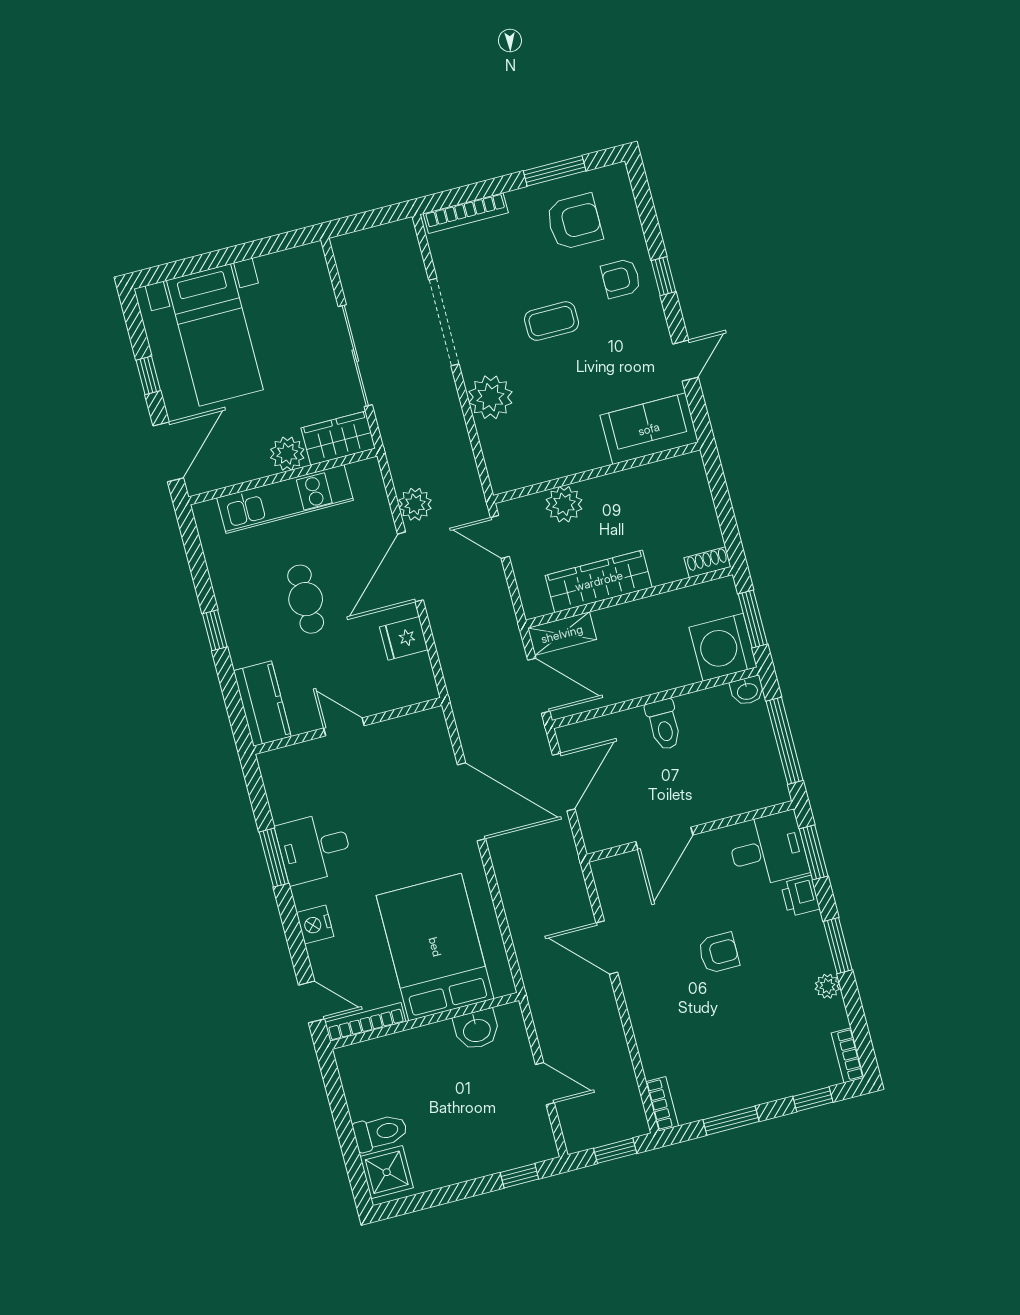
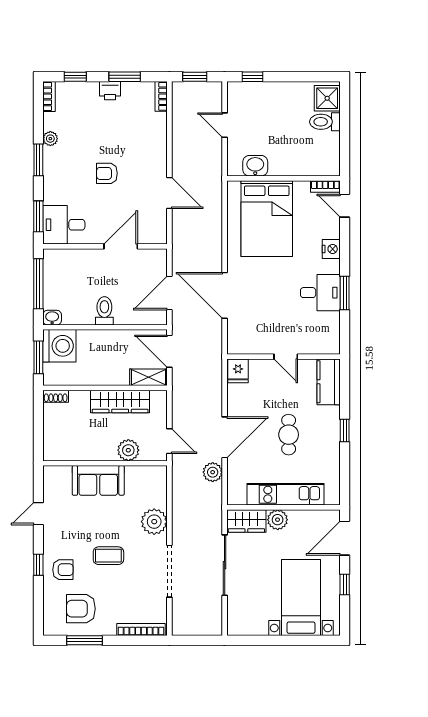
sofa: (649, 429) -> (98, 480), moved
fridge: (404, 638) -> (238, 371), moved, turned 90
printer: (800, 896) -> (110, 91), moved, turned 90
bookcase: (365, 1022) -> (325, 186), width x0.64

